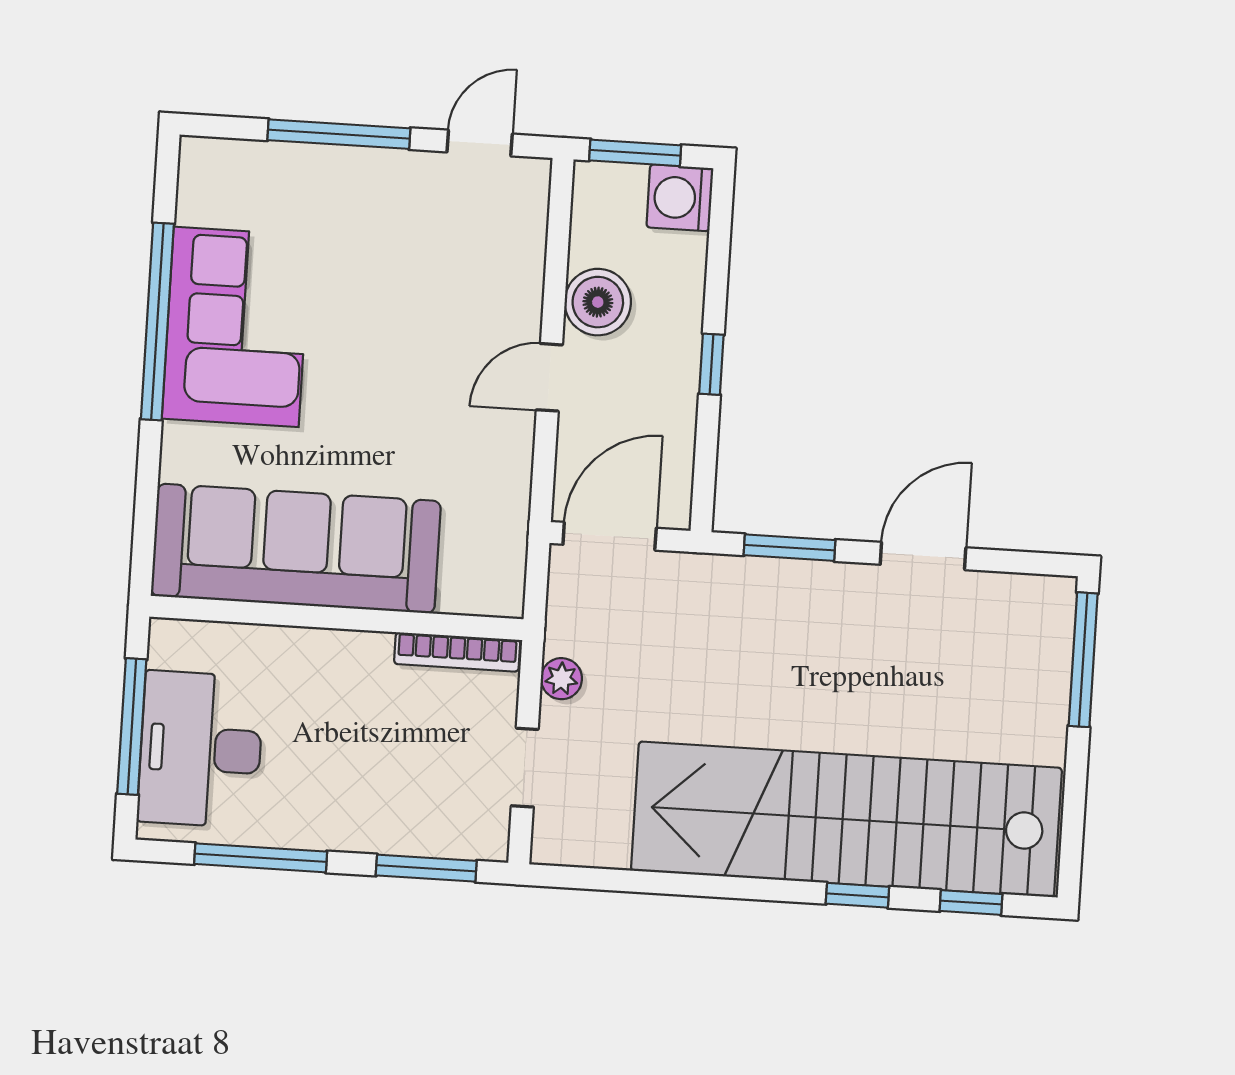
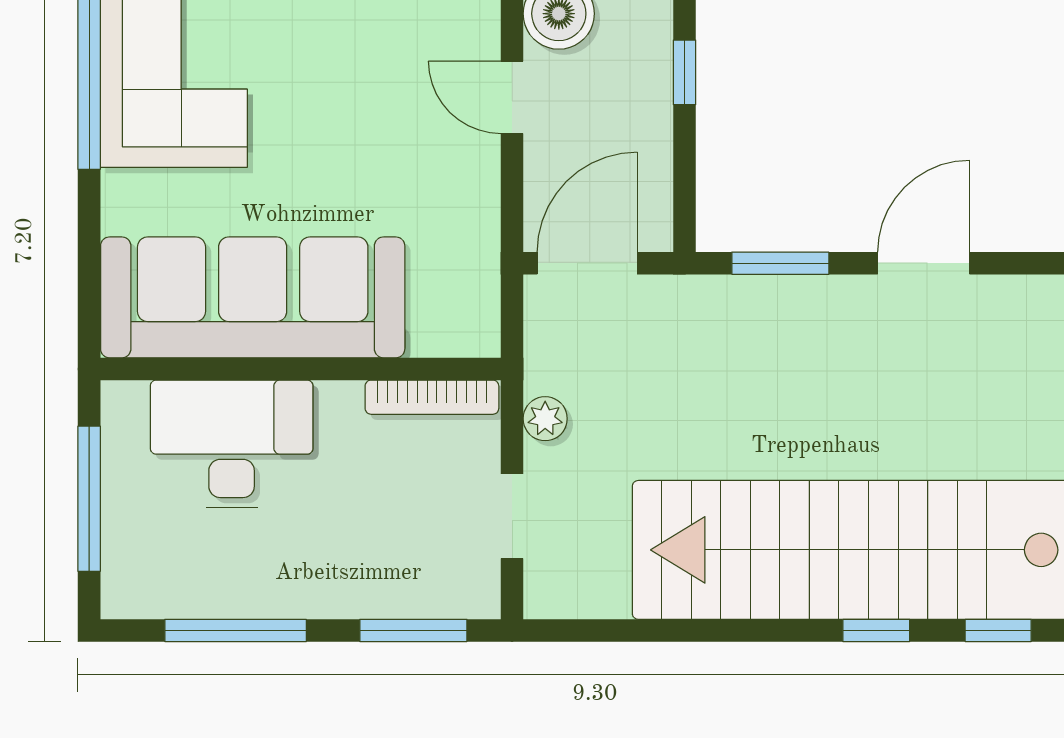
door: (549, 377) -> (512, 97), hinge flipped
desk: (201, 749) -> (232, 444), moved, turned 90

